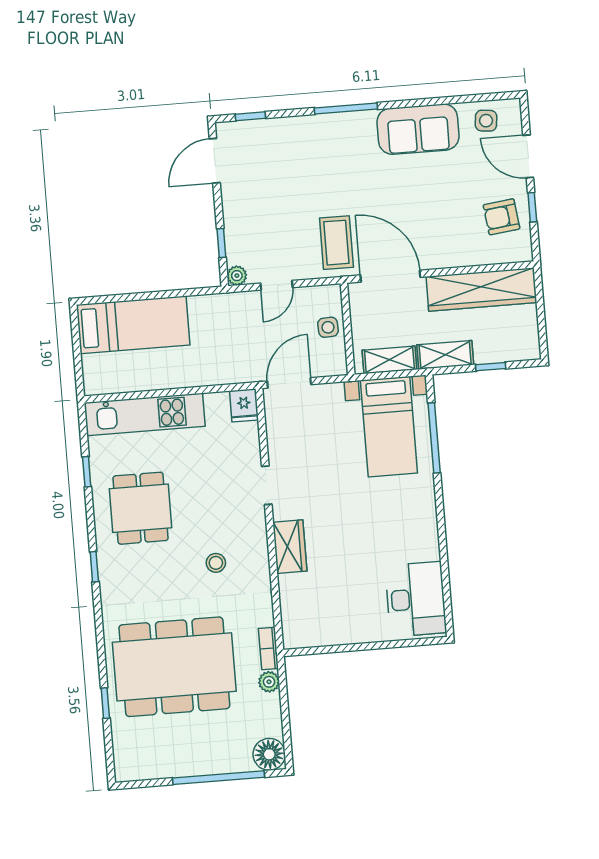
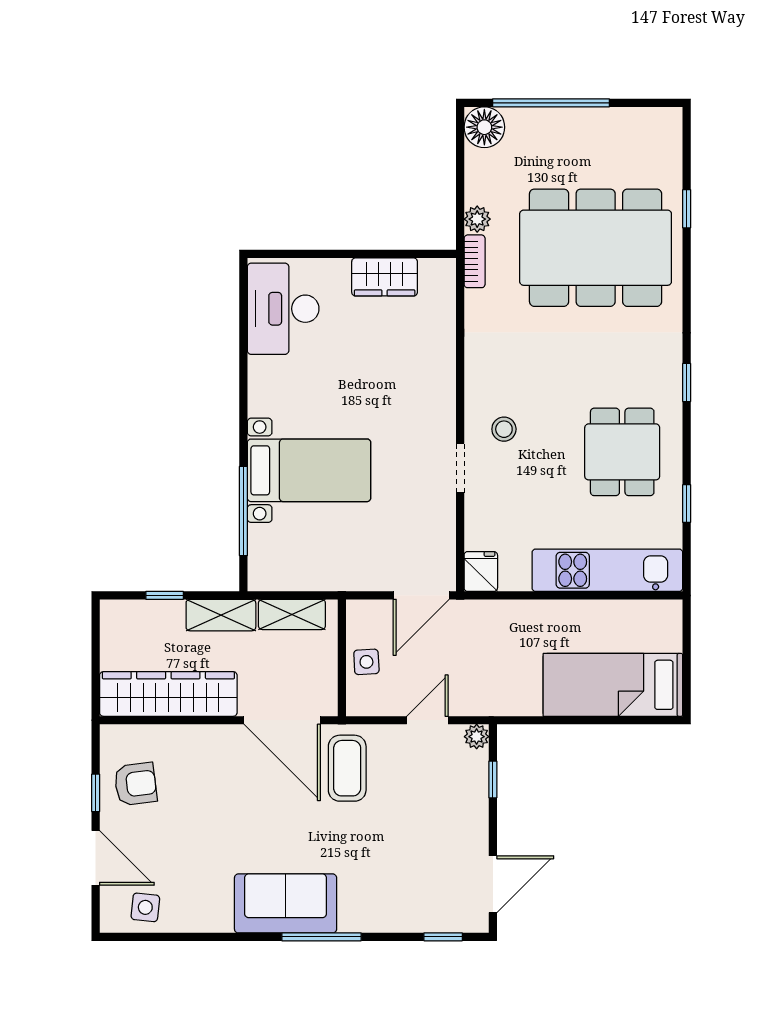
sofa: (418, 129) -> (286, 903), moved
bed with nightstands: (389, 427) -> (309, 470), moved, turned 90
wardrobe: (290, 547) -> (385, 277), moved, turned -90
stool: (216, 563) -> (504, 429), moved

